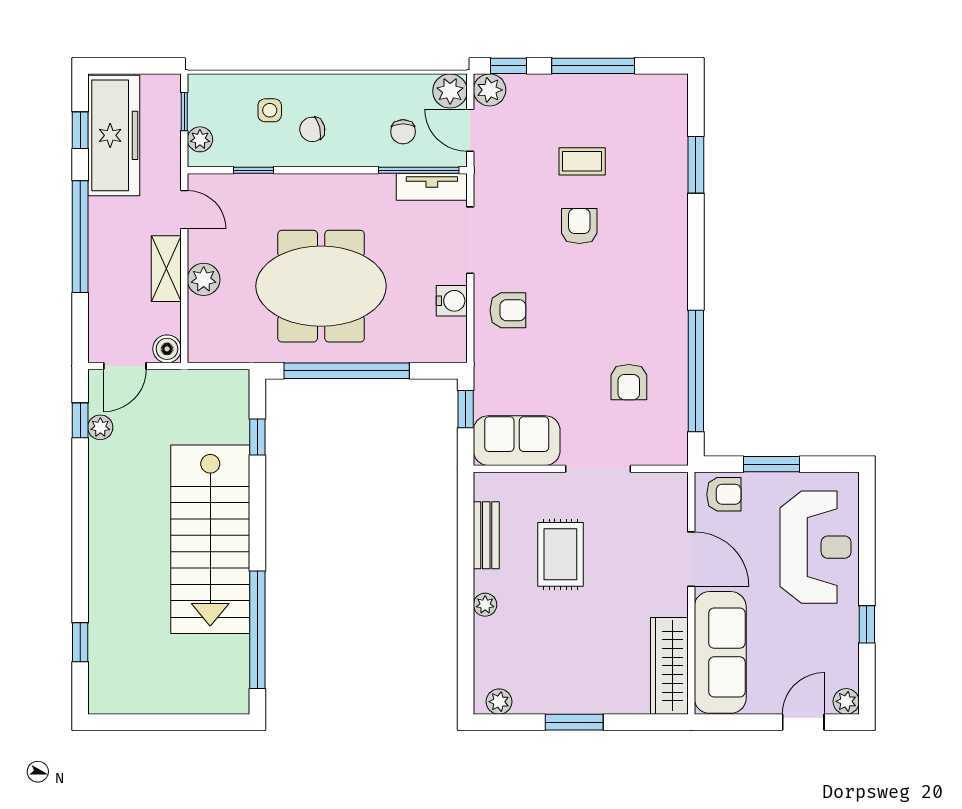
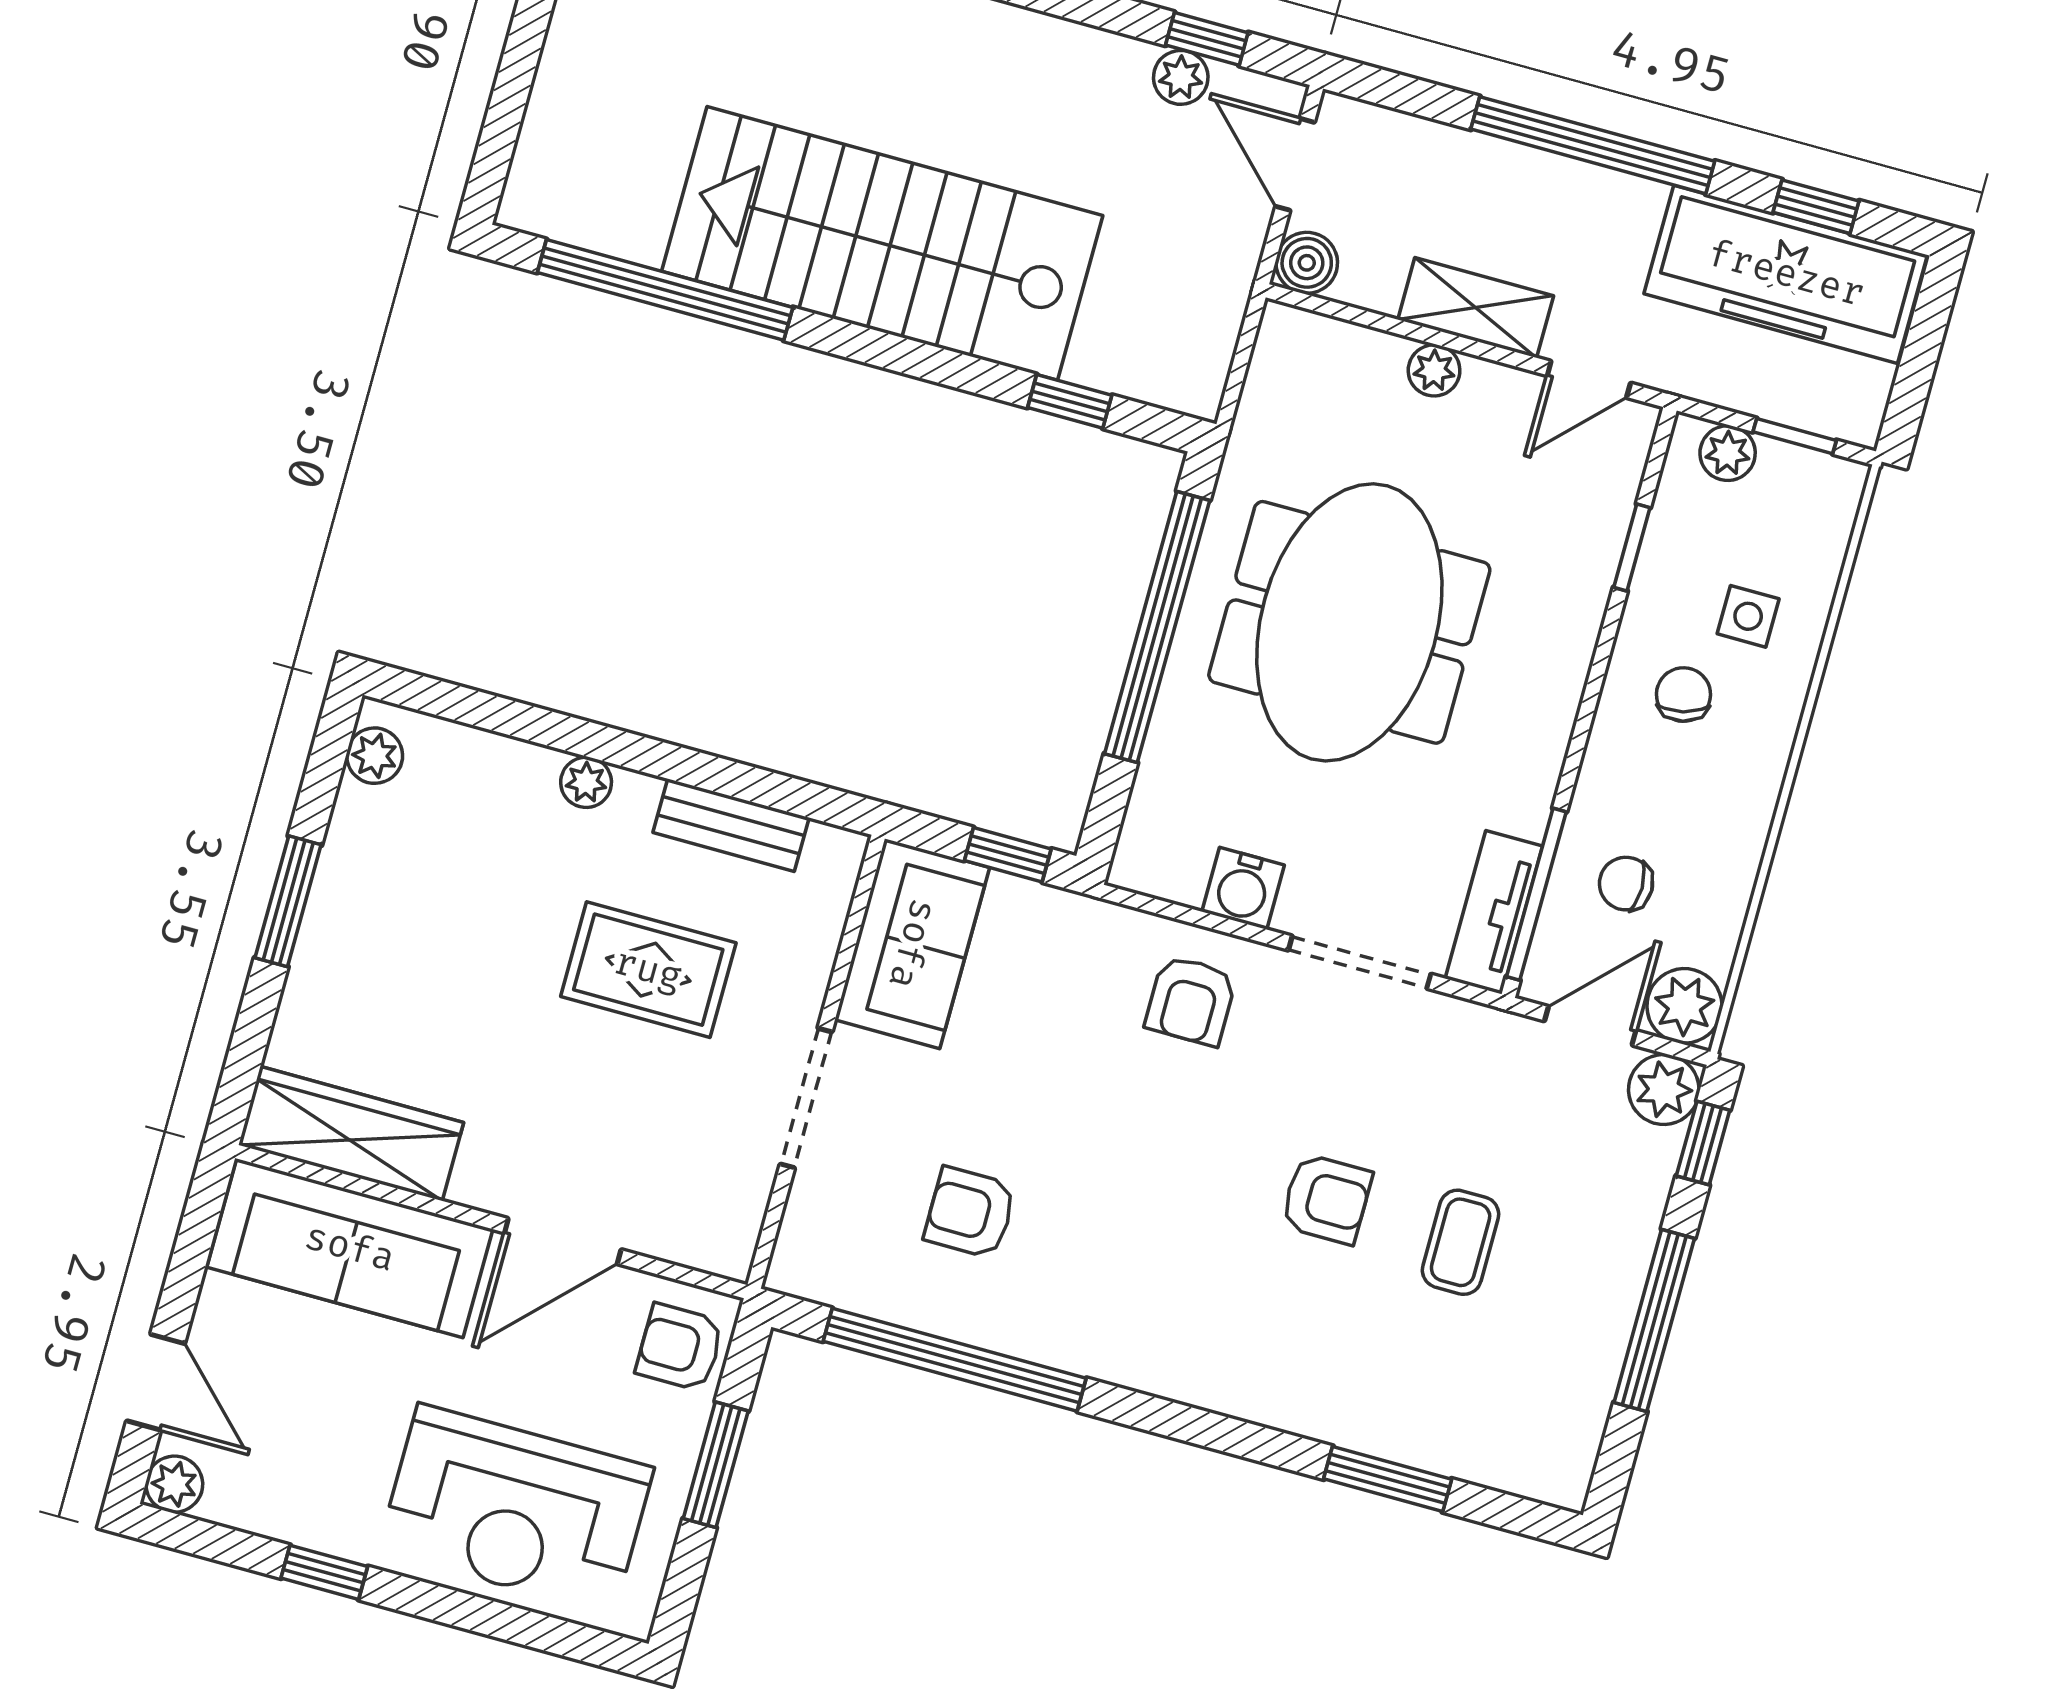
plant: (204, 279) -> (1434, 370), width x0.73, depth x0.73
armchair: (724, 494) -> (680, 1347), turned 90

